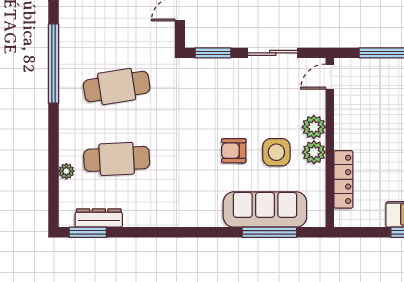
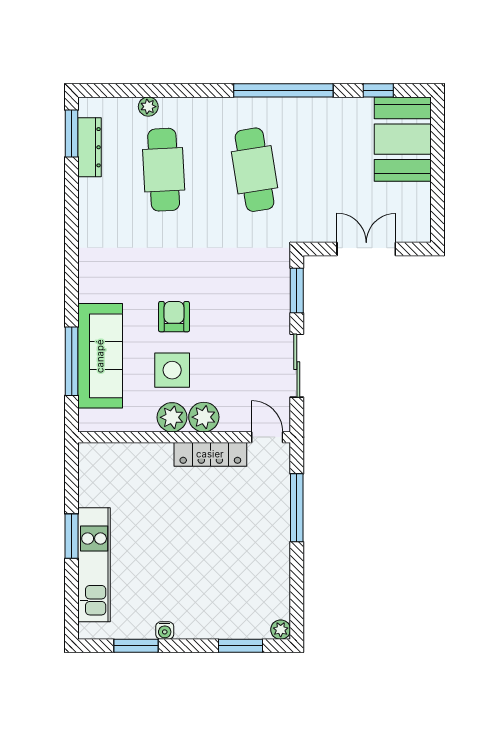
locker: (343, 179) -> (210, 454), moved

